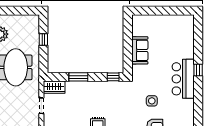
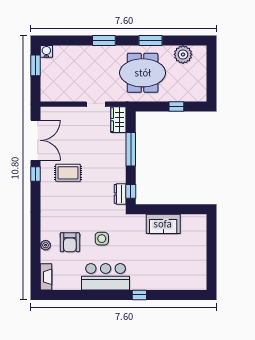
window: (78, 77) -> (131, 149), width x1.44
bar counter: (183, 79) -> (106, 277), moved
dresser: (115, 86) -> (120, 194), added

